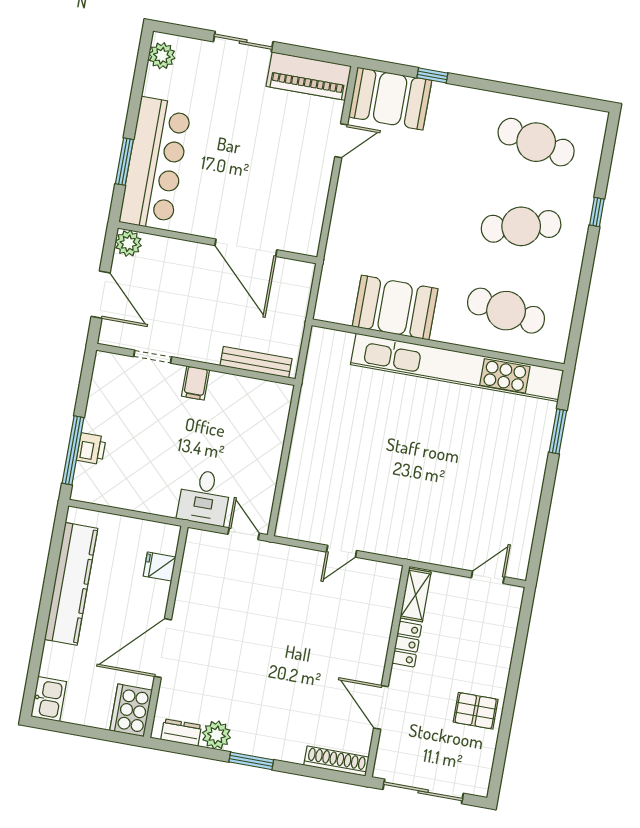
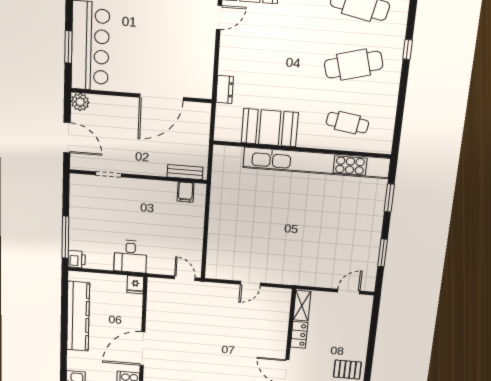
dresser: (337, 245) -> (225, 89), added
door: (246, 248) -> (161, 97), hinge flipped
cafe table: (506, 311) -> (347, 123), width x0.73, depth x0.74
bench: (256, 362) -> (185, 172), width x0.73
filing cabinet: (195, 383) -> (186, 192), moved
printer: (91, 449) -> (77, 259), moved
desk: (204, 497) -> (130, 256), moved
window: (542, 518) -> (382, 253), added
fridge: (160, 567) -> (135, 285), moved, turned -90

